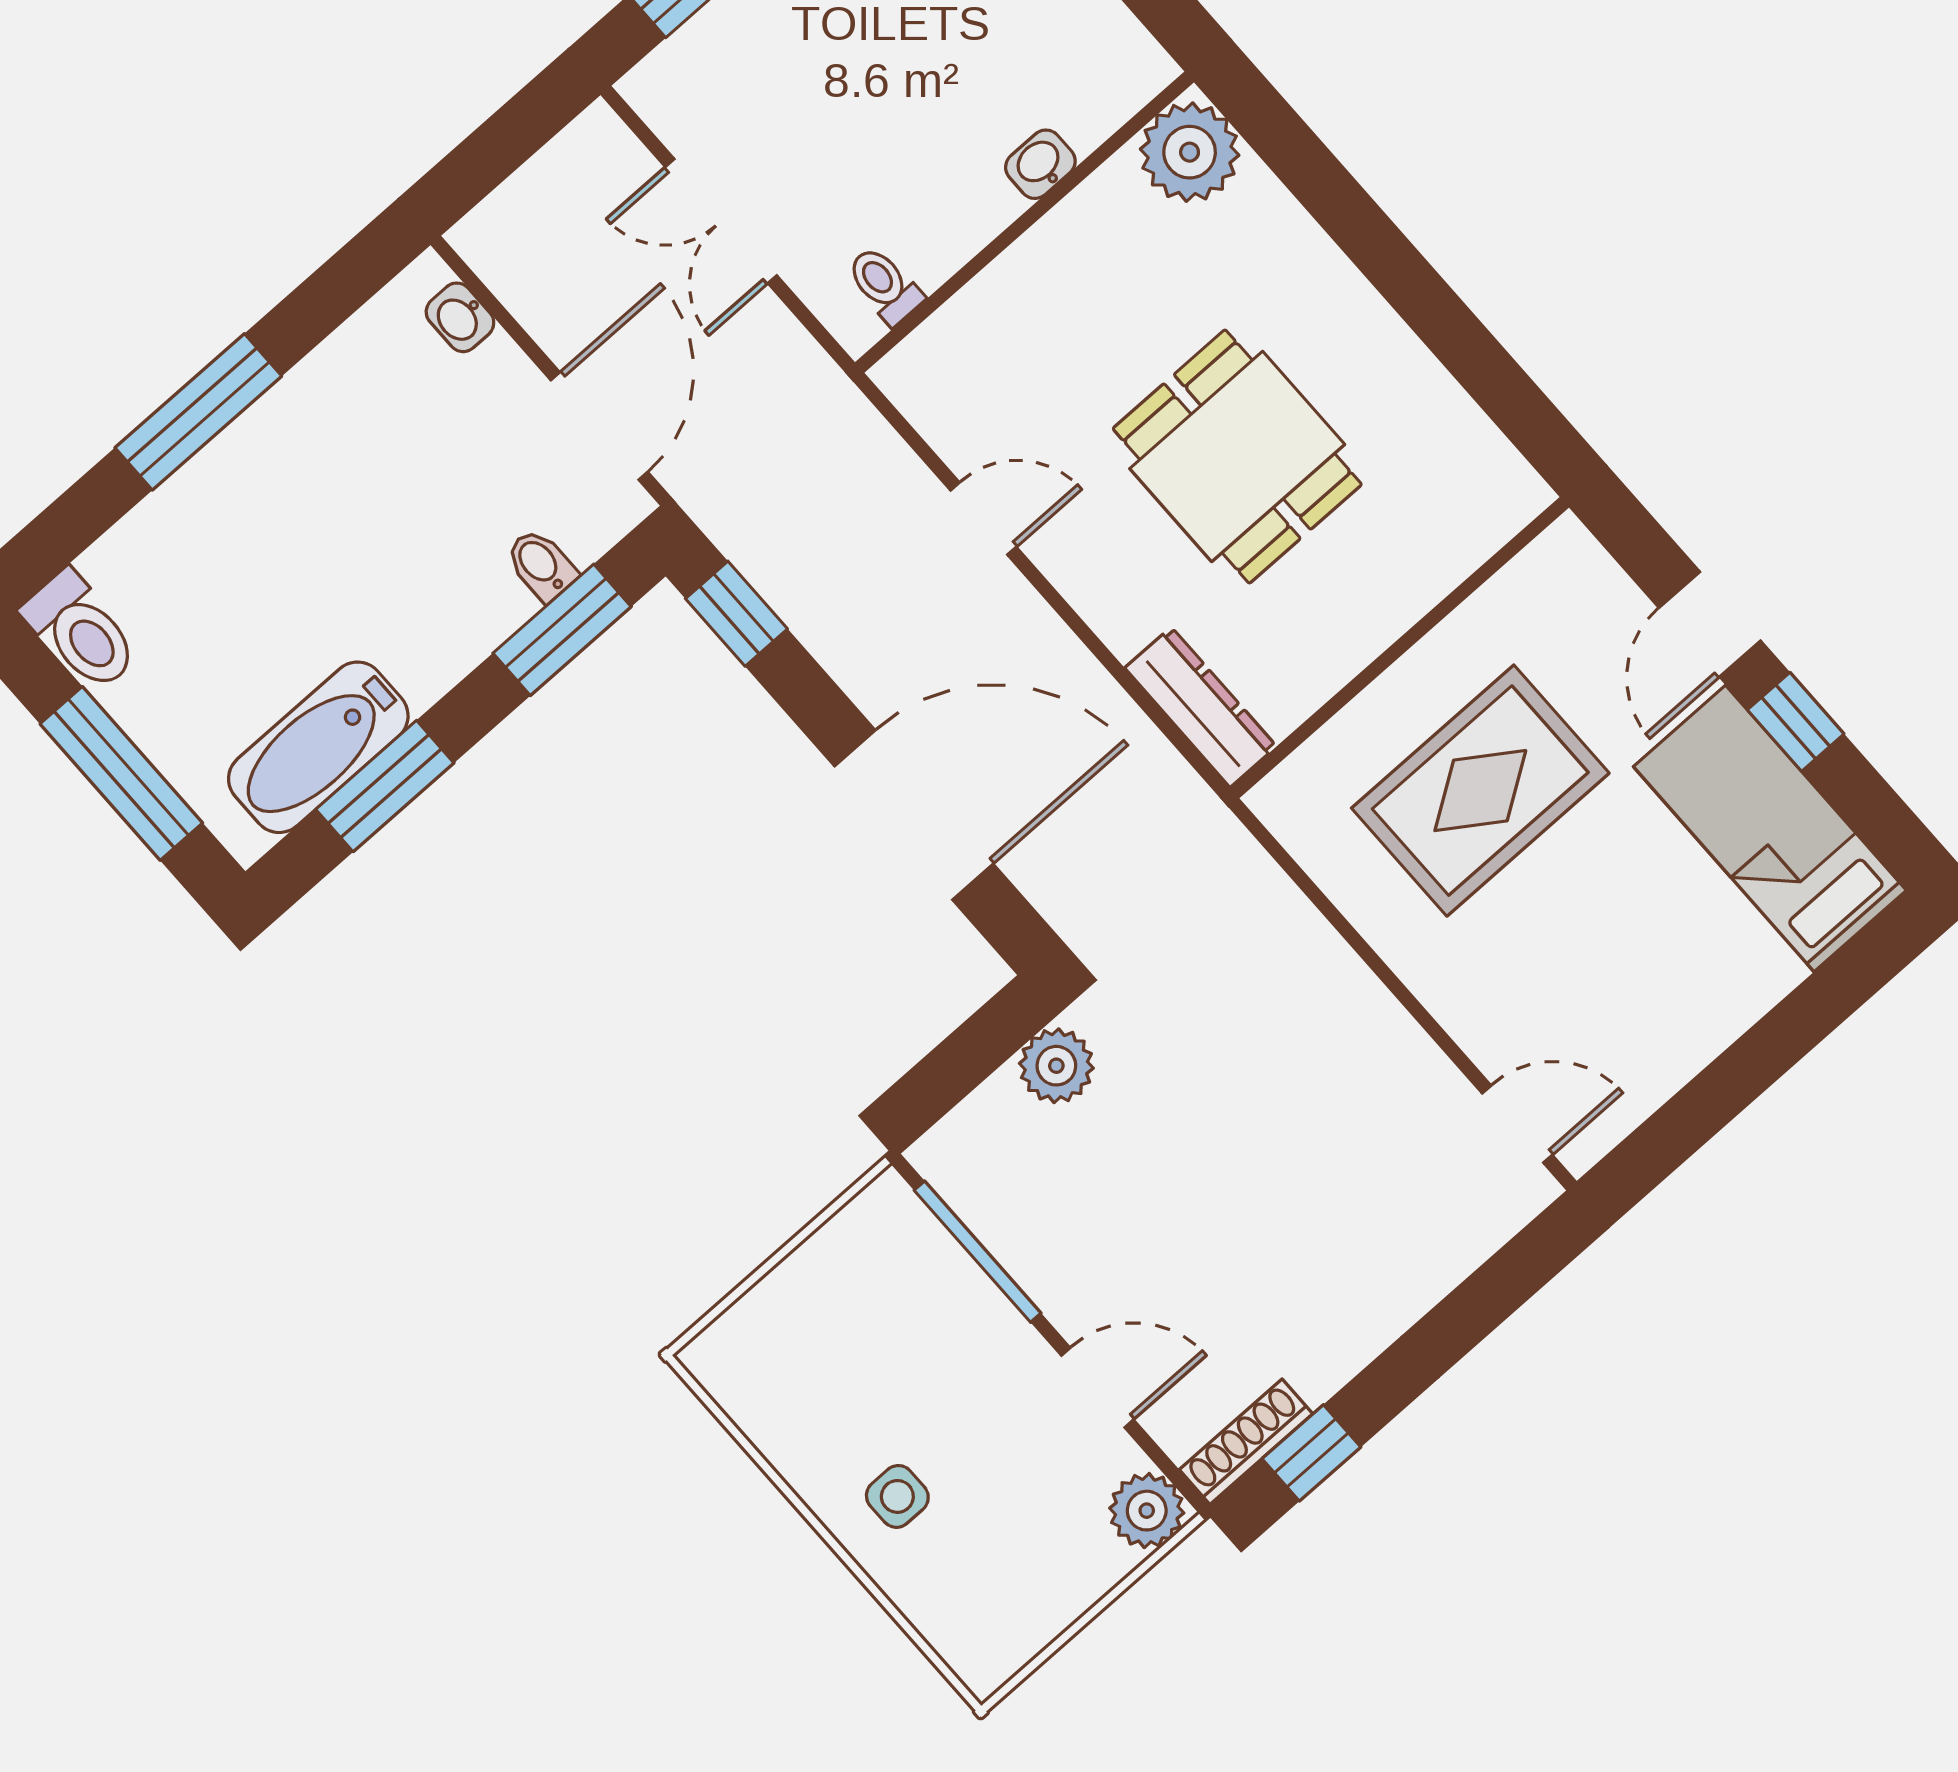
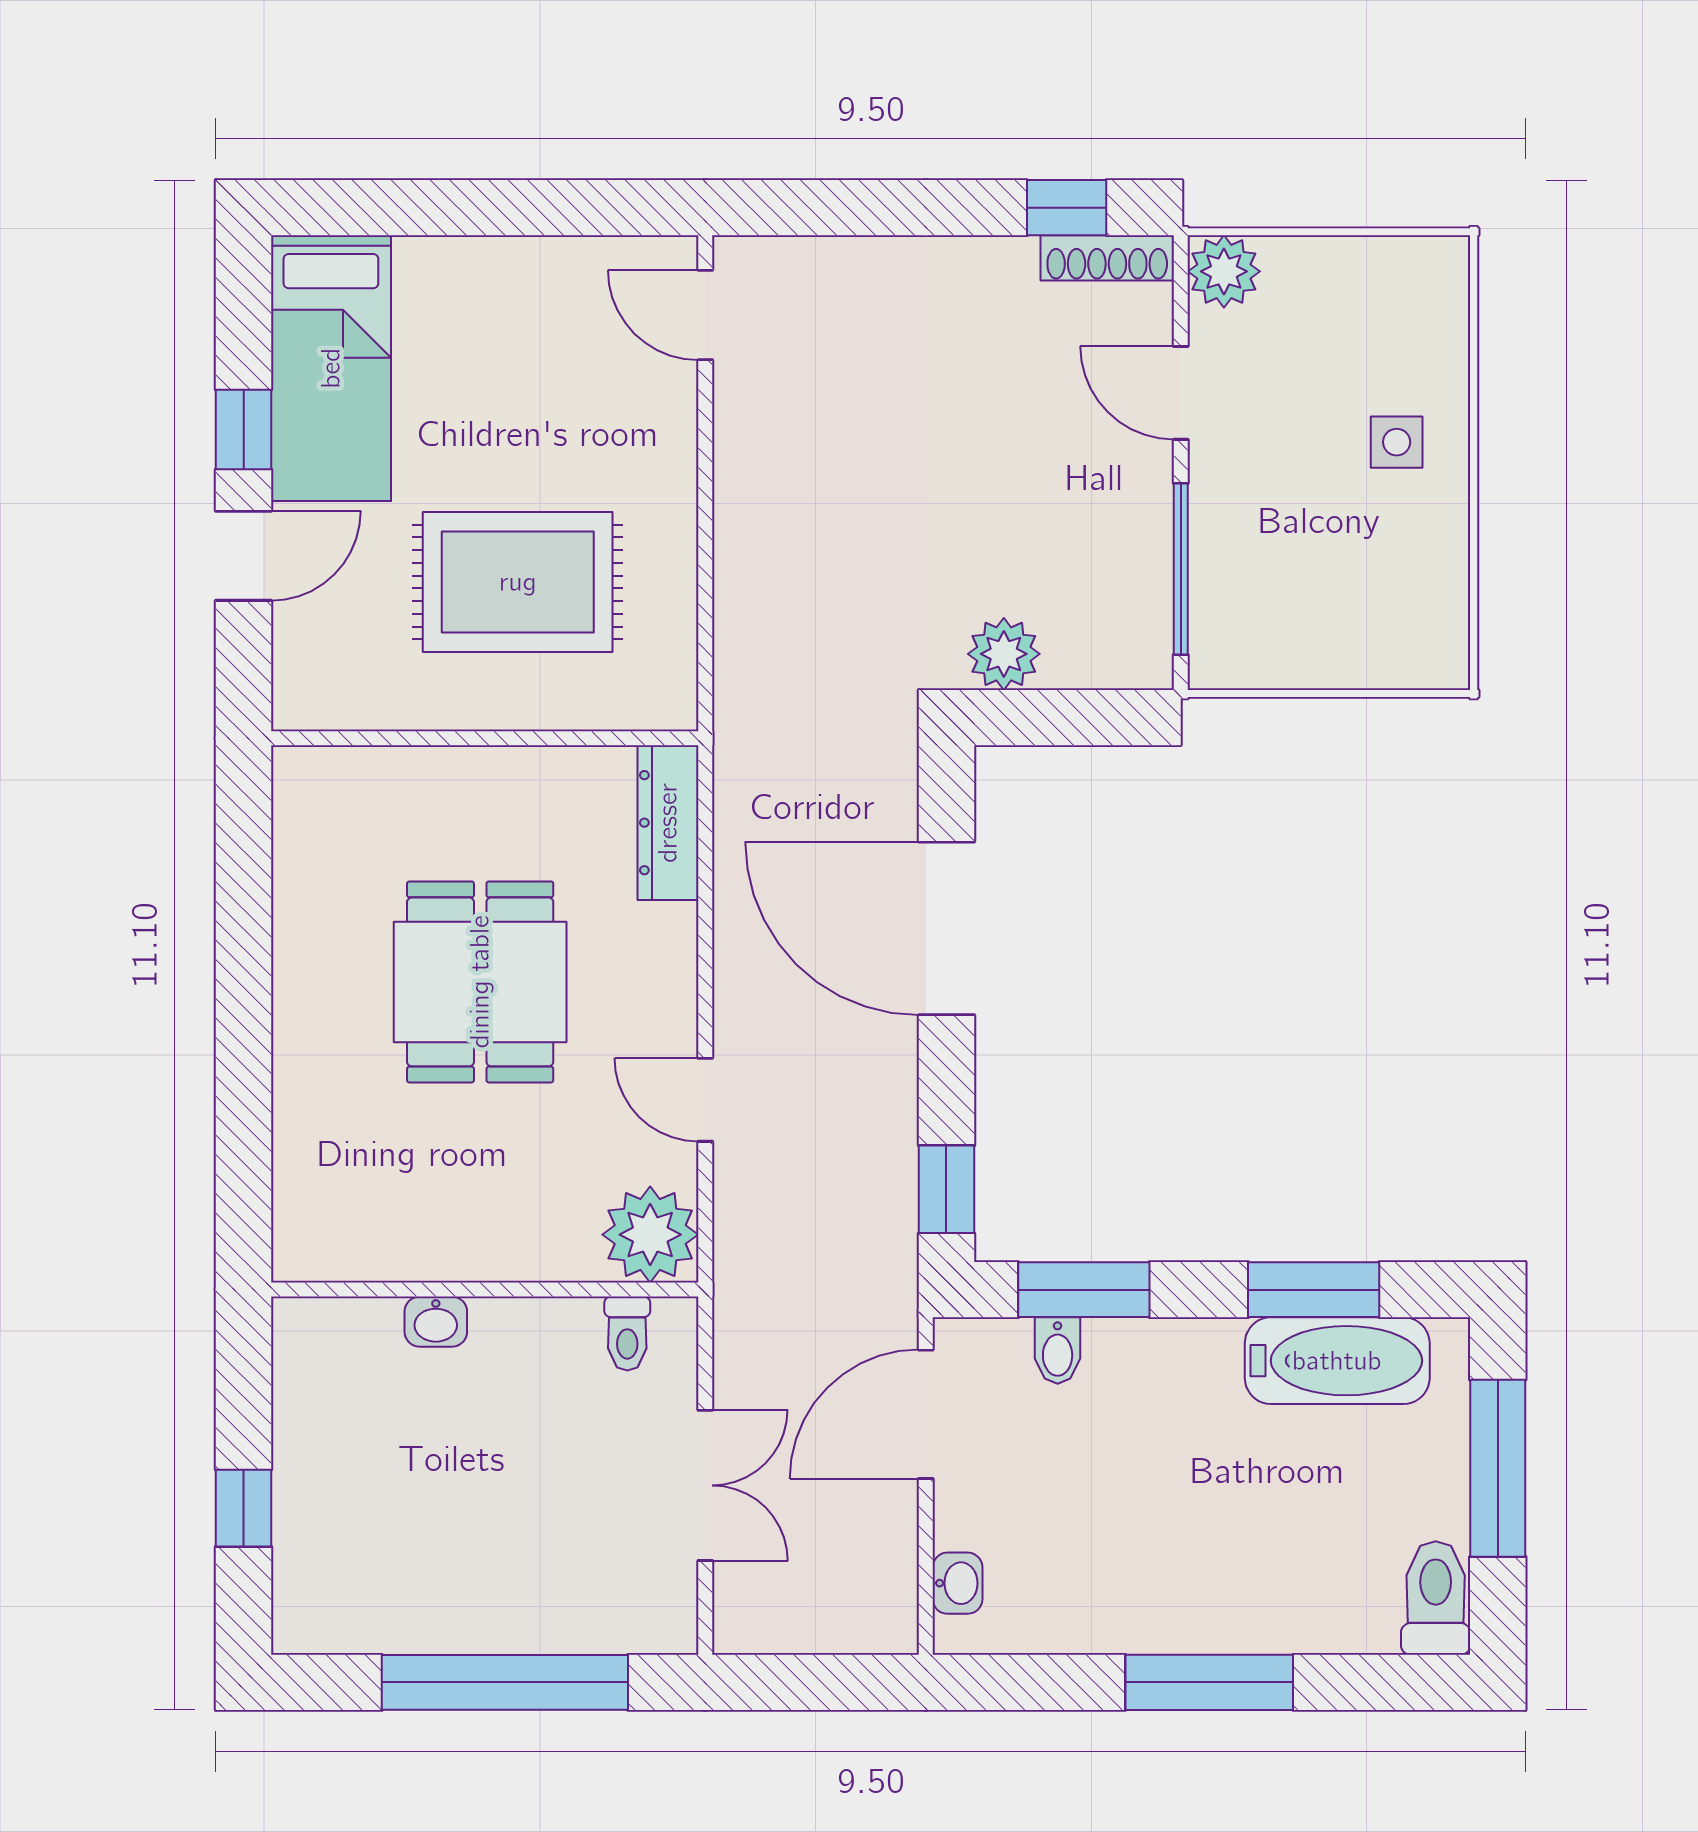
plant: (1190, 152) -> (650, 1235), moved

